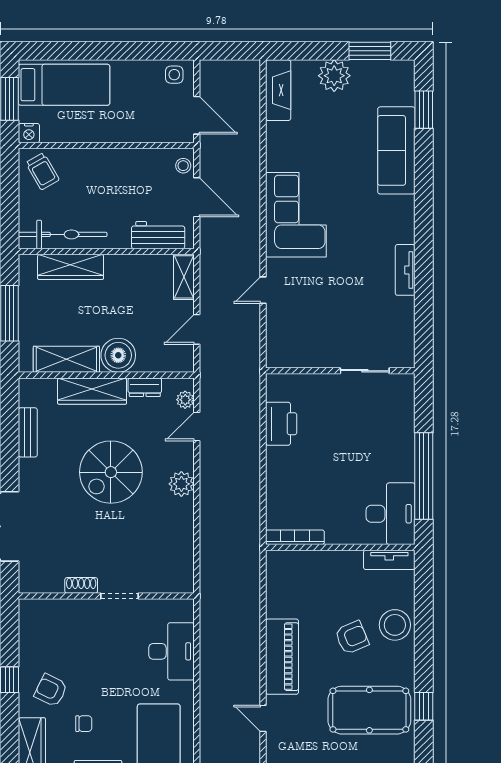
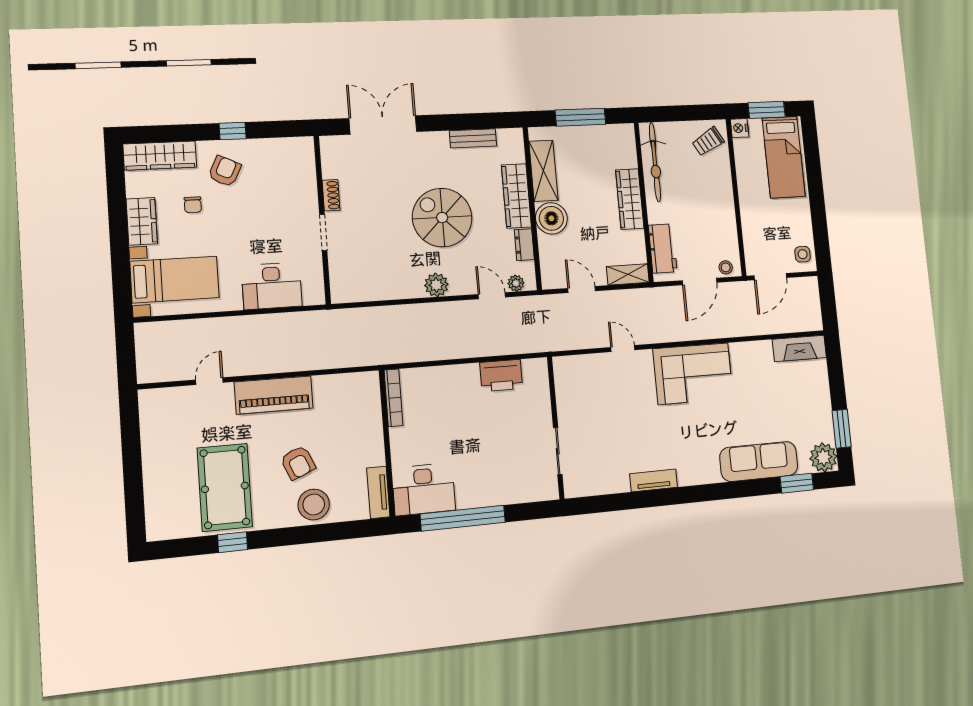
plant: (334, 76) -> (823, 457), moved
wardrobe: (71, 267) -> (630, 199), moved

